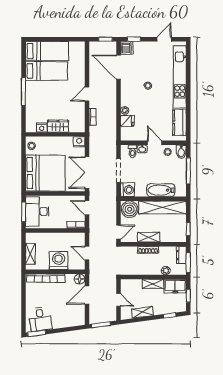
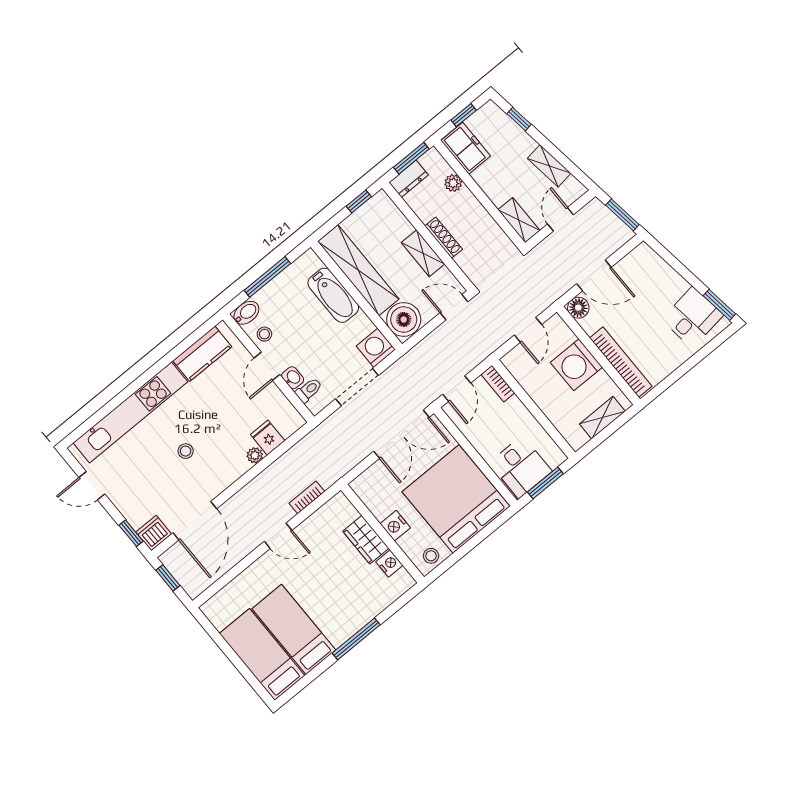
nightstand: (79, 142) -> (395, 526), moved
desk: (37, 211) -> (521, 467), width x0.73
shelving: (153, 284) -> (519, 220), moved

